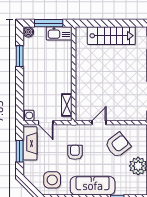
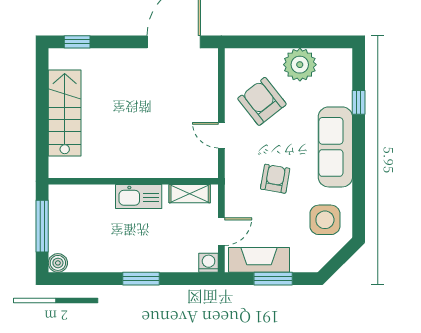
kitchen sink: (59, 33) -> (139, 197), moved, turned 90
window: (20, 56) -> (141, 279), moved
armchair: (75, 152) -> (275, 179), turned 100

